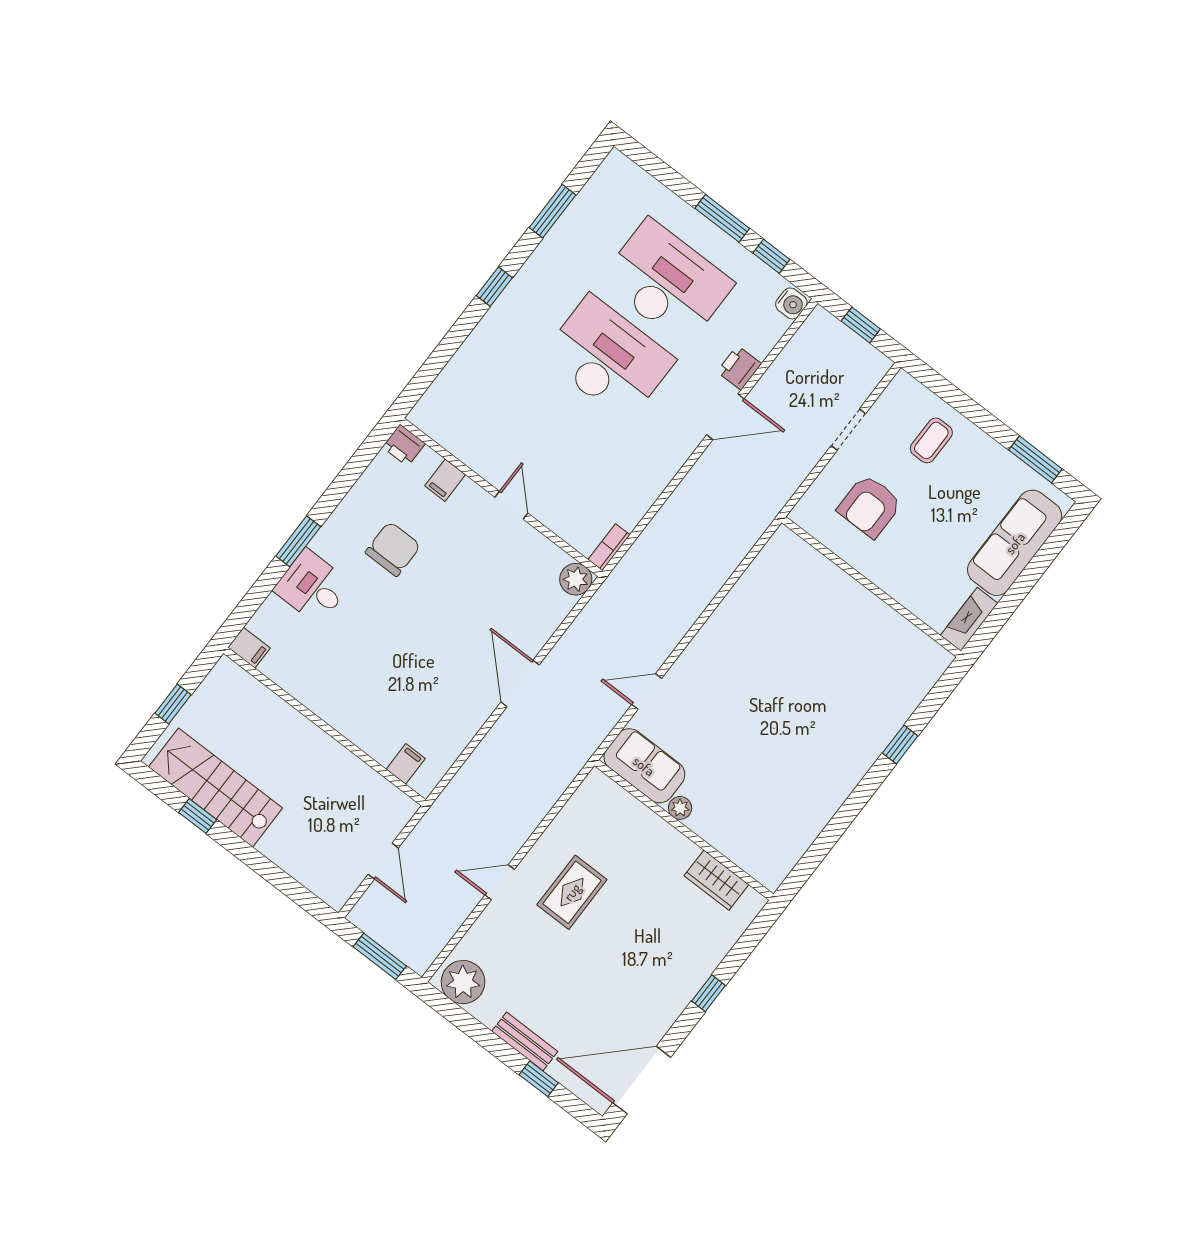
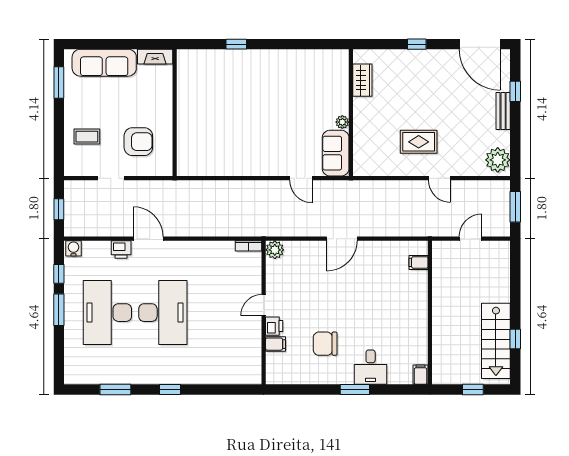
desk: (608, 358) -> (163, 313), turned 180
printer: (404, 445) -> (274, 326), moved

